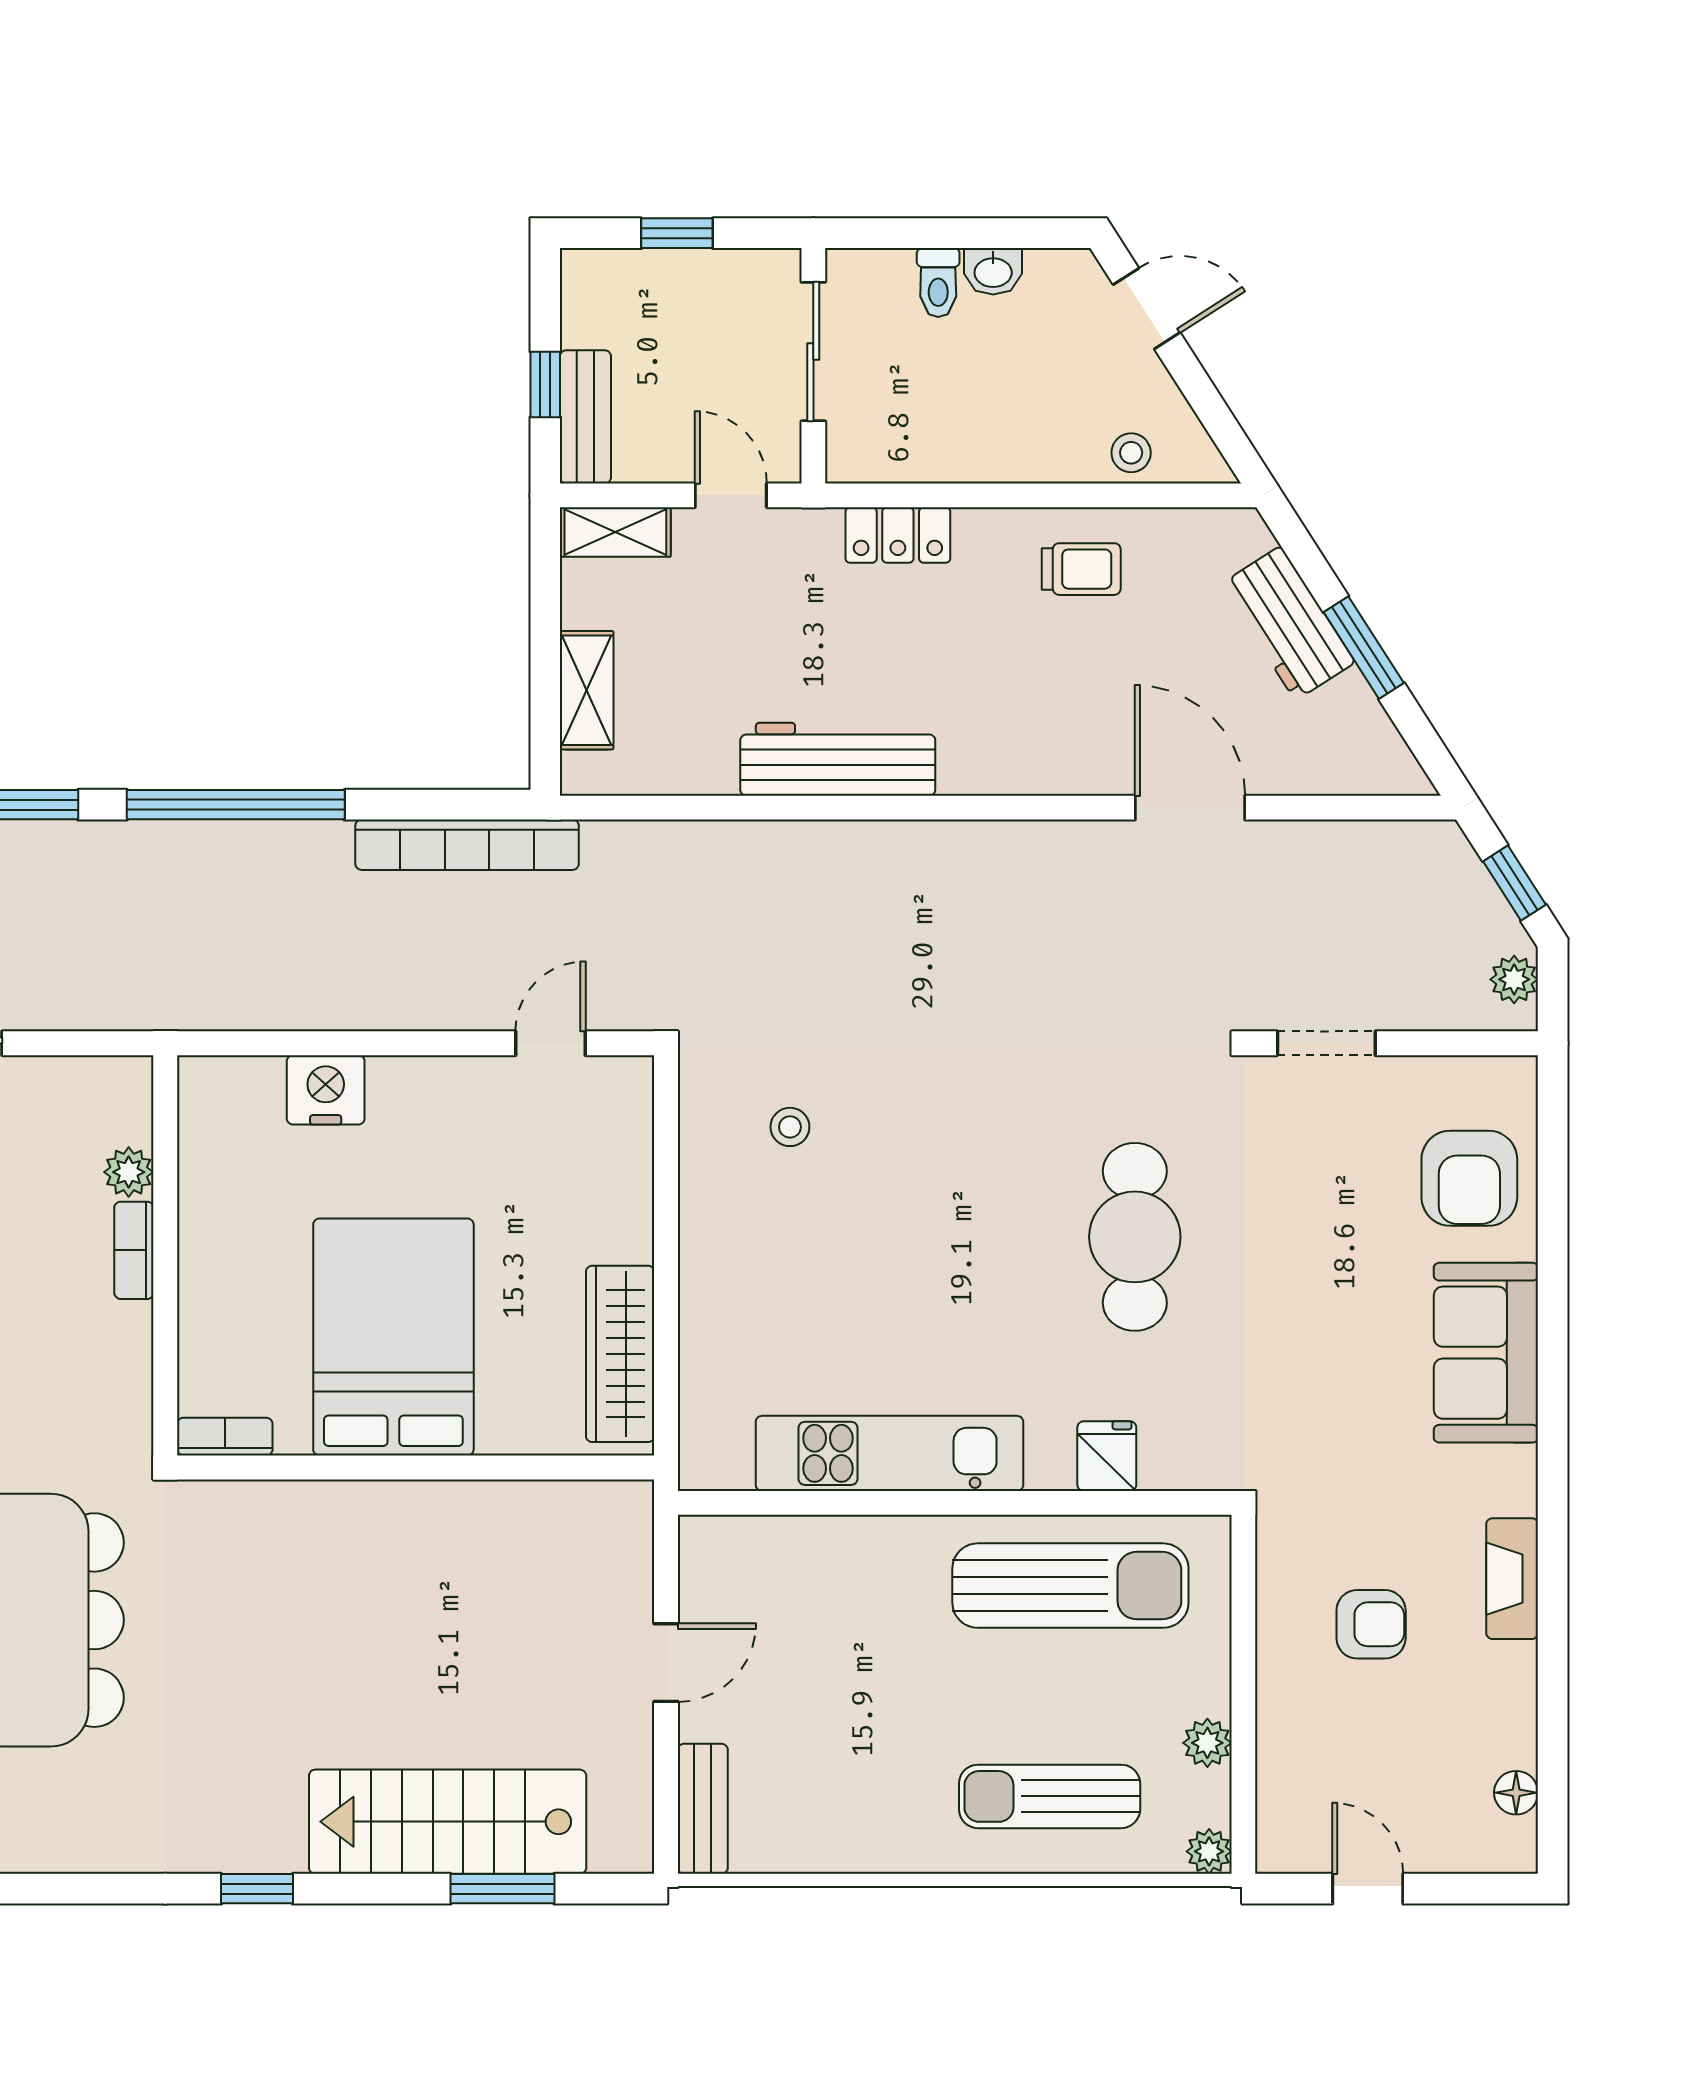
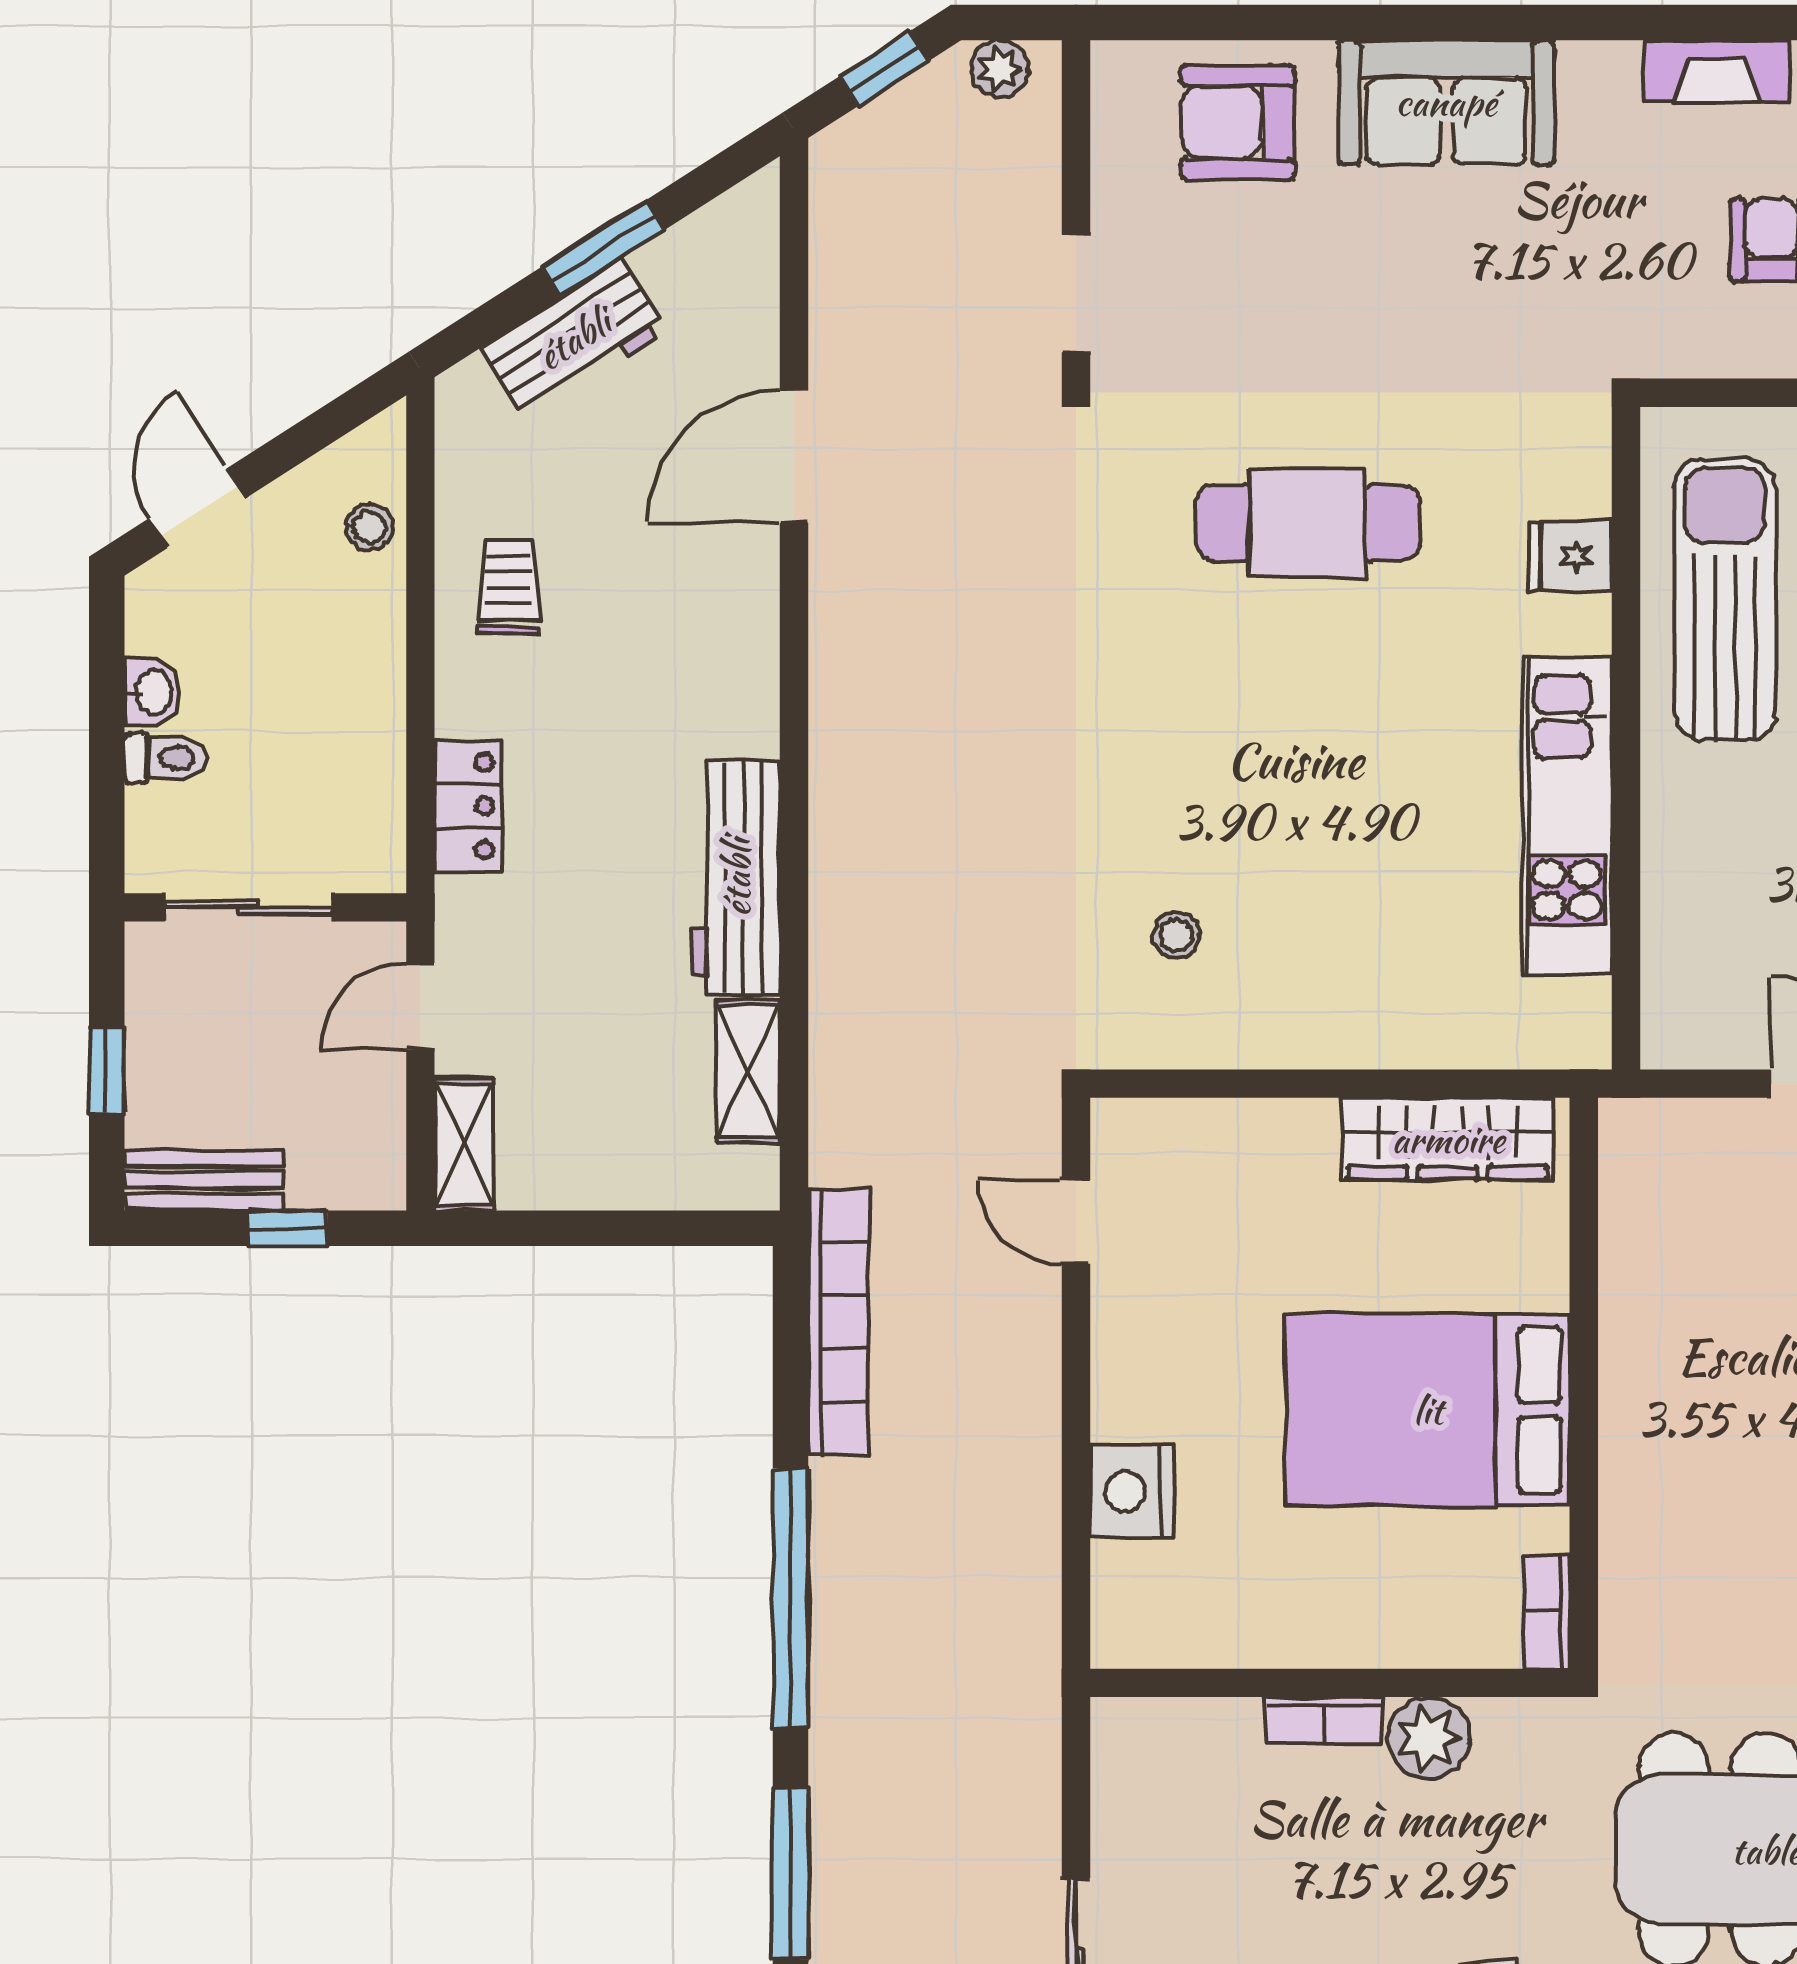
bench: (585, 417) -> (204, 1180), moved
shelving: (587, 690) -> (748, 1071), moved, turned 90
plant: (129, 1172) -> (1429, 1738), moved, width x1.38, depth x1.38
armchair: (1469, 1178) -> (1238, 122), turned 180

